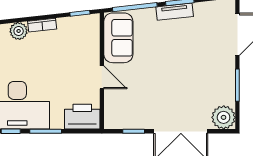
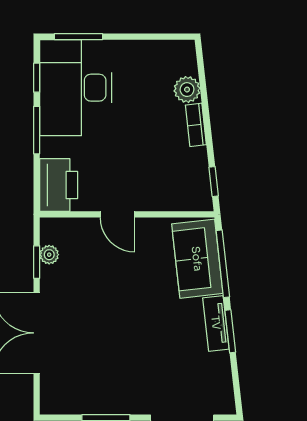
sofa: (118, 38) -> (197, 259), moved, turned 84
door: (102, 77) -> (118, 214), hinge flipped
plant: (224, 117) -> (49, 255), moved, width x0.53, depth x0.53

